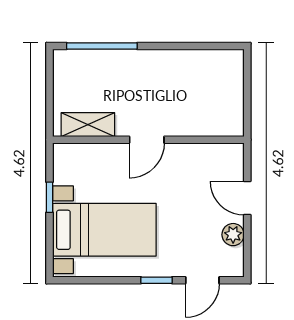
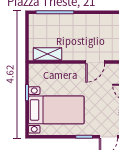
door: (147, 140) -> (95, 62), moved

